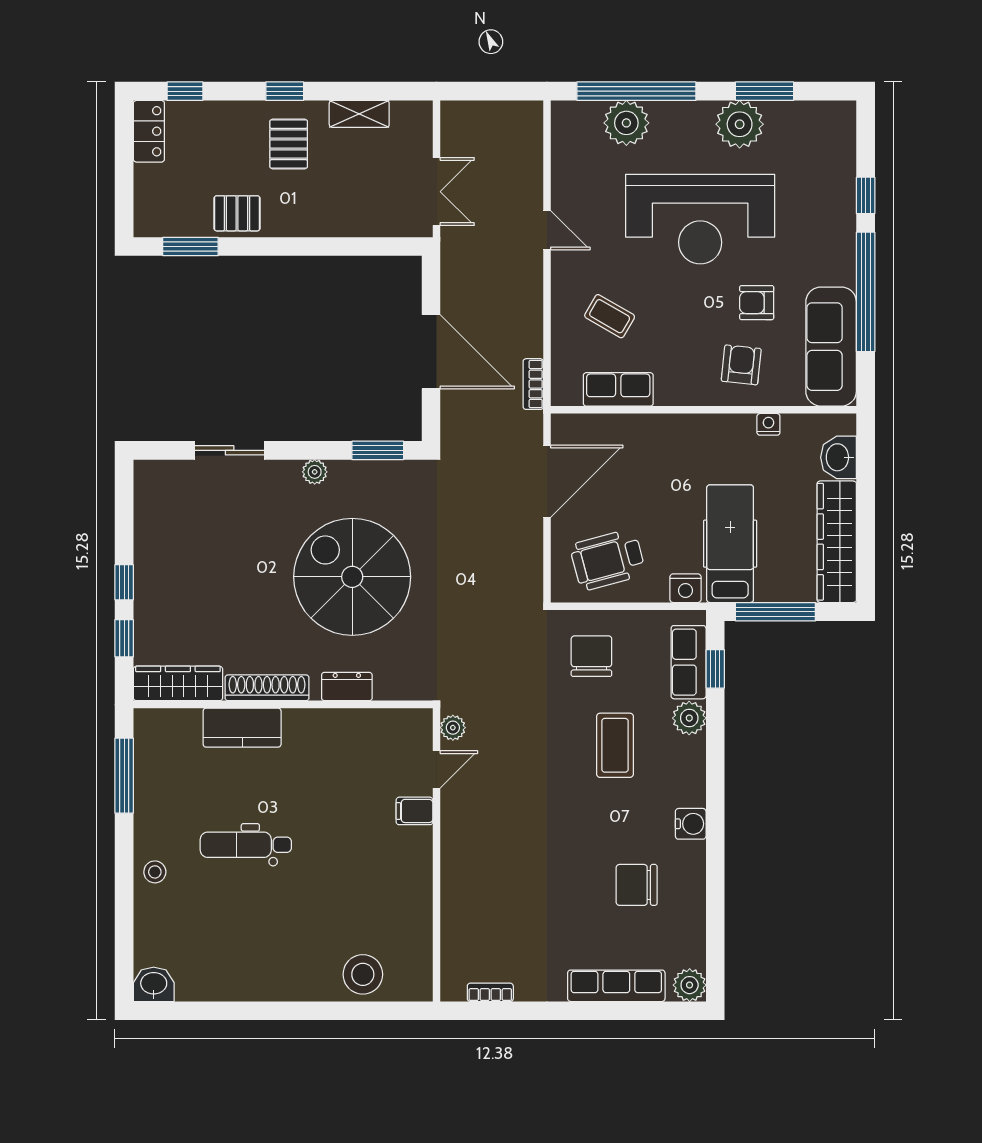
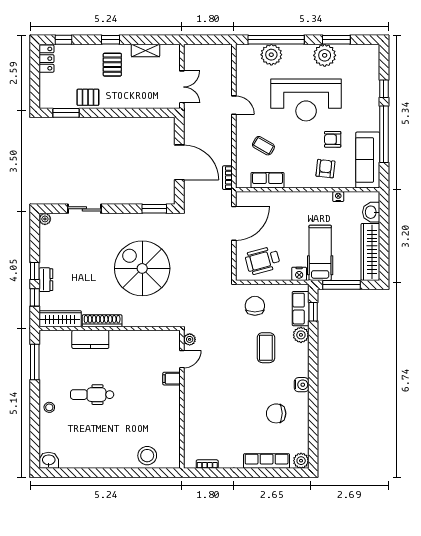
plant: (315, 472) -> (45, 219), moved
dresser: (347, 687) -> (46, 280), moved, turned 90

